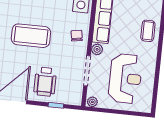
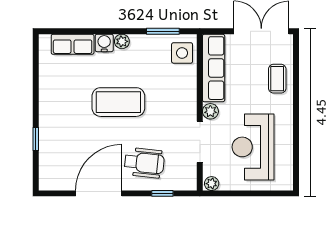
chair: (77, 36) -> (181, 95), removed
reception desk: (125, 78) -> (253, 147), turned 180
wheelchair: (45, 82) -> (144, 163), turned -84

